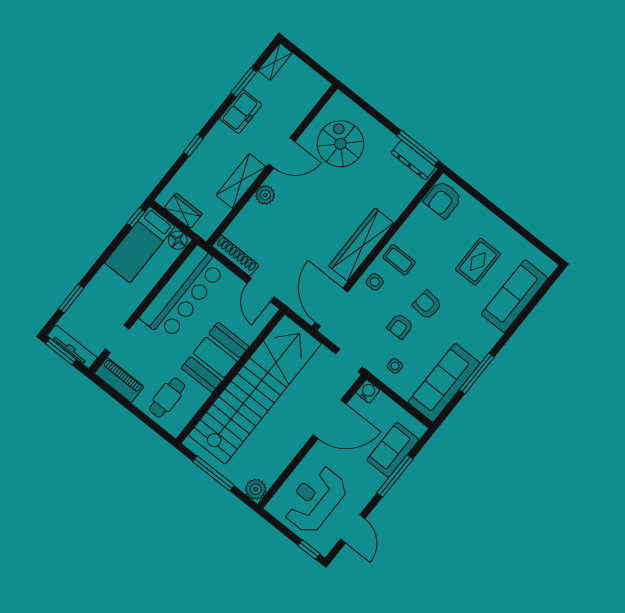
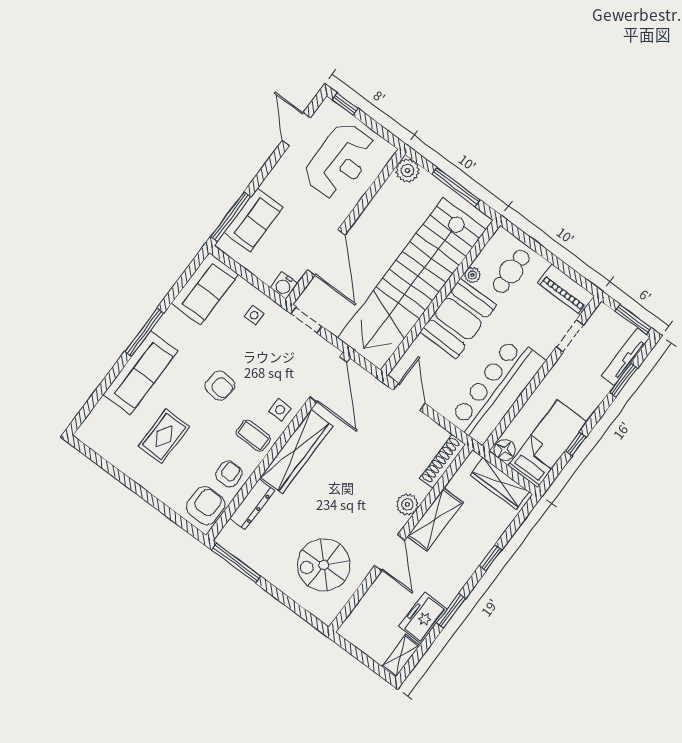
window: (244, 82) -> (451, 611), moved
freezer: (241, 112) -> (423, 618), moved
spiral stairs: (340, 144) -> (324, 565), turned 90
door: (282, 153) -> (390, 553), swing flipped
dresser: (413, 160) -> (252, 504), moved, turned 90
wardrobe: (183, 211) -> (500, 483), width x1.50
window: (136, 217) -> (576, 444), moved
shoe rack: (236, 256) -> (443, 461), moved, turned 90
sofa: (515, 296) -> (140, 373), moved
armchair: (400, 326) -> (229, 474), moved
tv unit: (72, 347) -> (626, 357), moved, turned 90
window: (477, 373) -> (144, 332), moved
sofa: (444, 383) -> (205, 289), width x0.73
plant: (201, 395) -> (472, 275), added
door: (330, 419) -> (326, 252), swing flipped
window: (395, 476) -> (231, 217), moved

